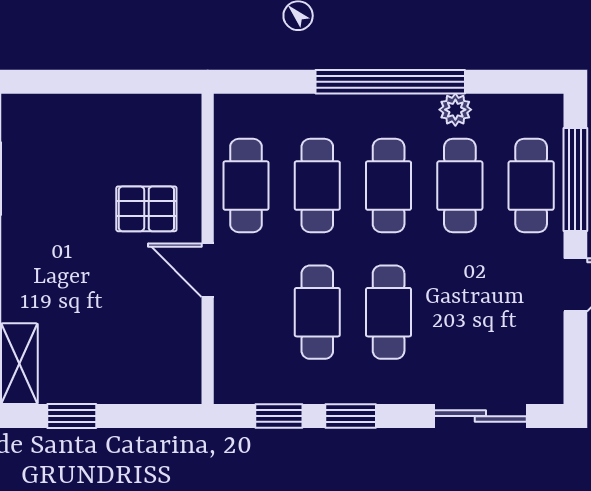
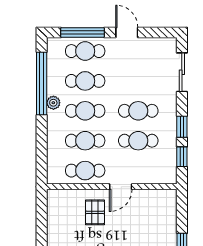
window: (390, 82) -> (42, 84), moved
plant: (455, 110) -> (53, 103), moved

